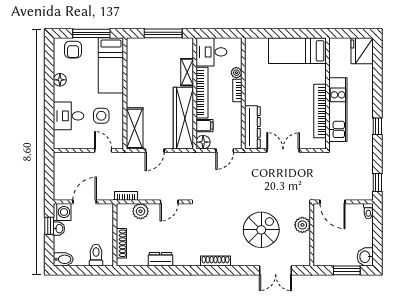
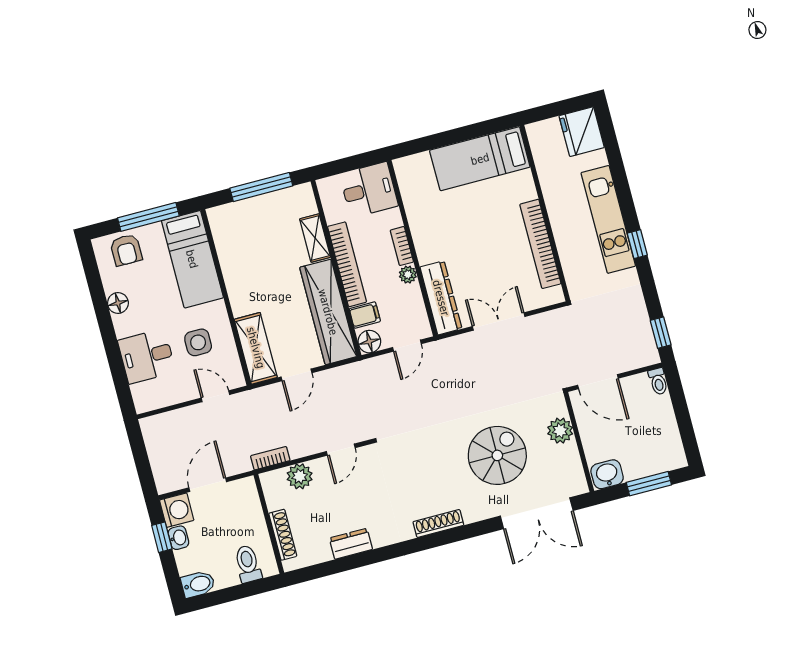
desk: (211, 52) -> (369, 190), moved, turned 180
plant: (236, 73) -> (408, 275), moved
kitchen unit: (338, 110) -> (608, 219), moved, turned 180
washbasin: (365, 257) -> (607, 474), moved, turned 90
double door: (276, 270) -> (537, 513), width x1.37

